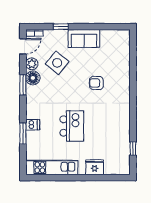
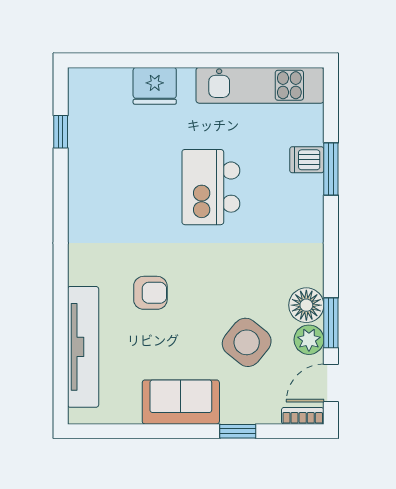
tv unit: (124, 61) -> (83, 347), added
window: (23, 85) -> (331, 323), moved
dishwasher: (33, 125) -> (307, 160), moved

